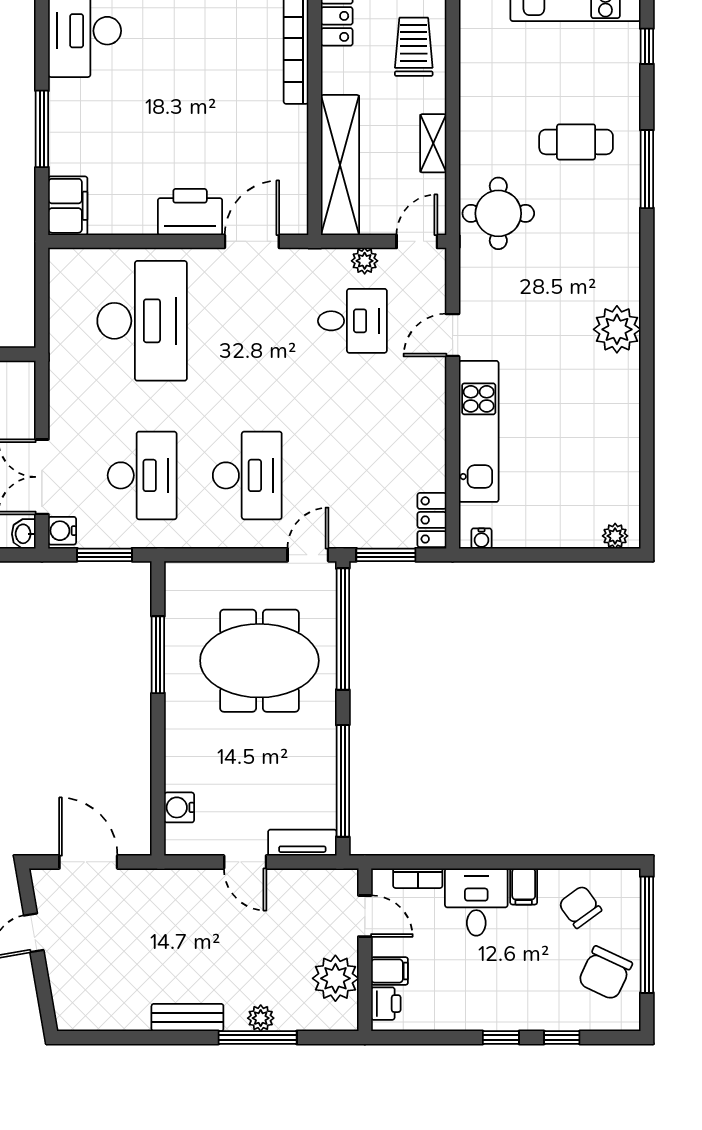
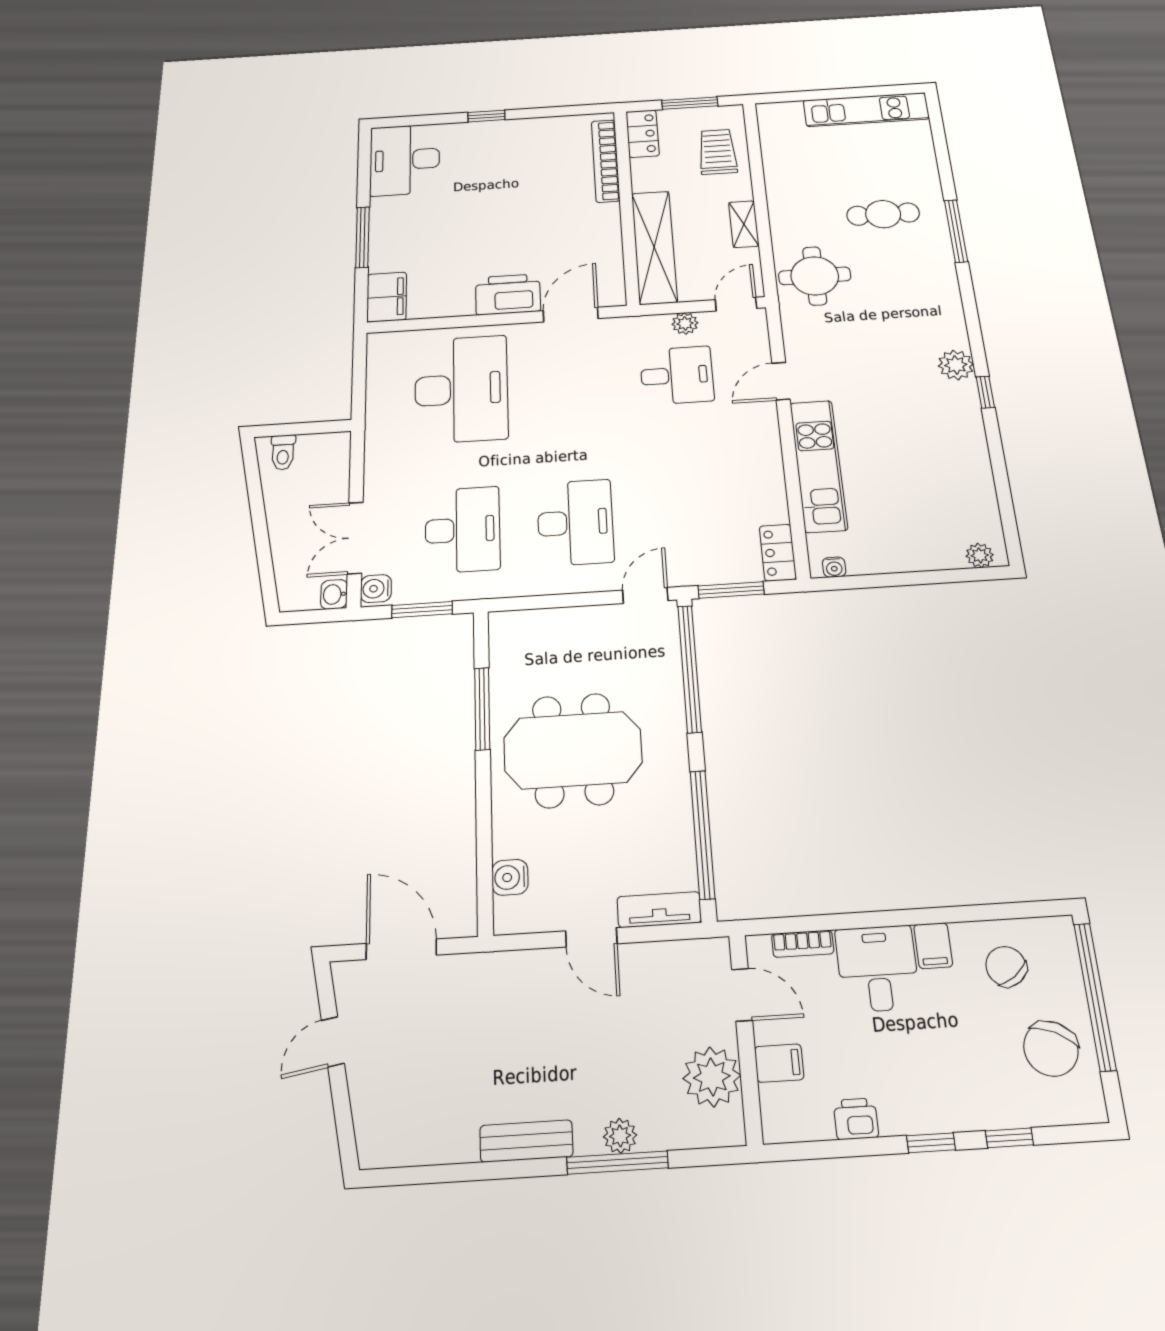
window: (647, 46) -> (985, 392), moved
plant: (617, 329) -> (956, 365), width x0.73, depth x0.73
meeting table: (259, 661) -> (573, 750), moved
printer: (386, 1004) -> (856, 1119), moved, turned -90

